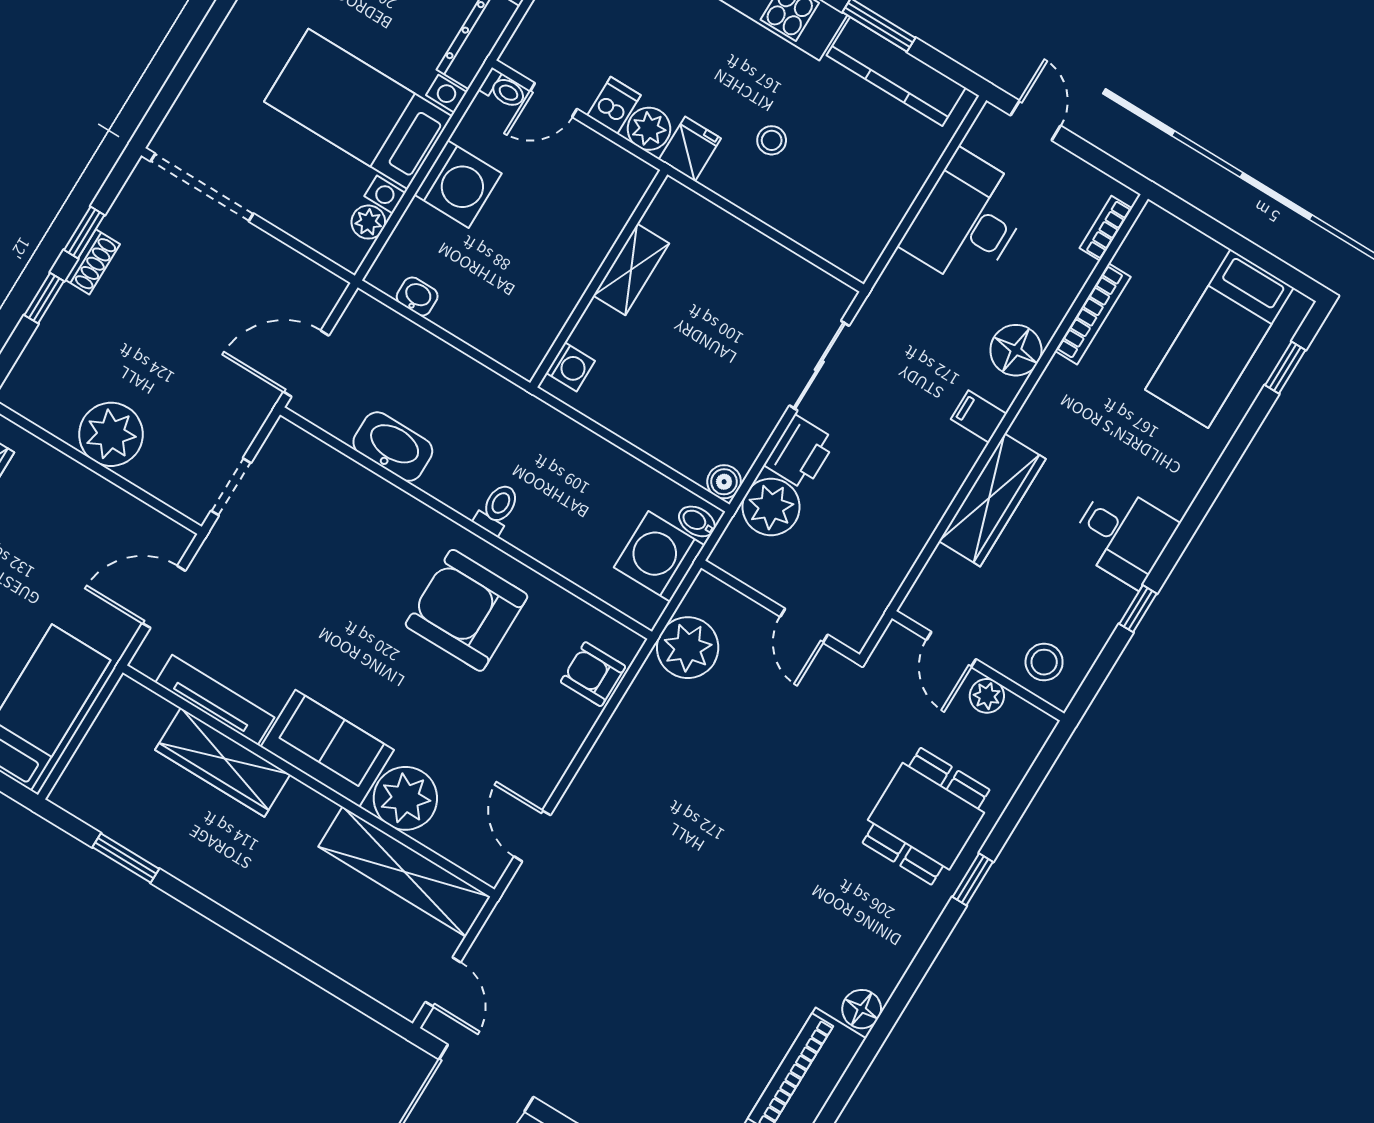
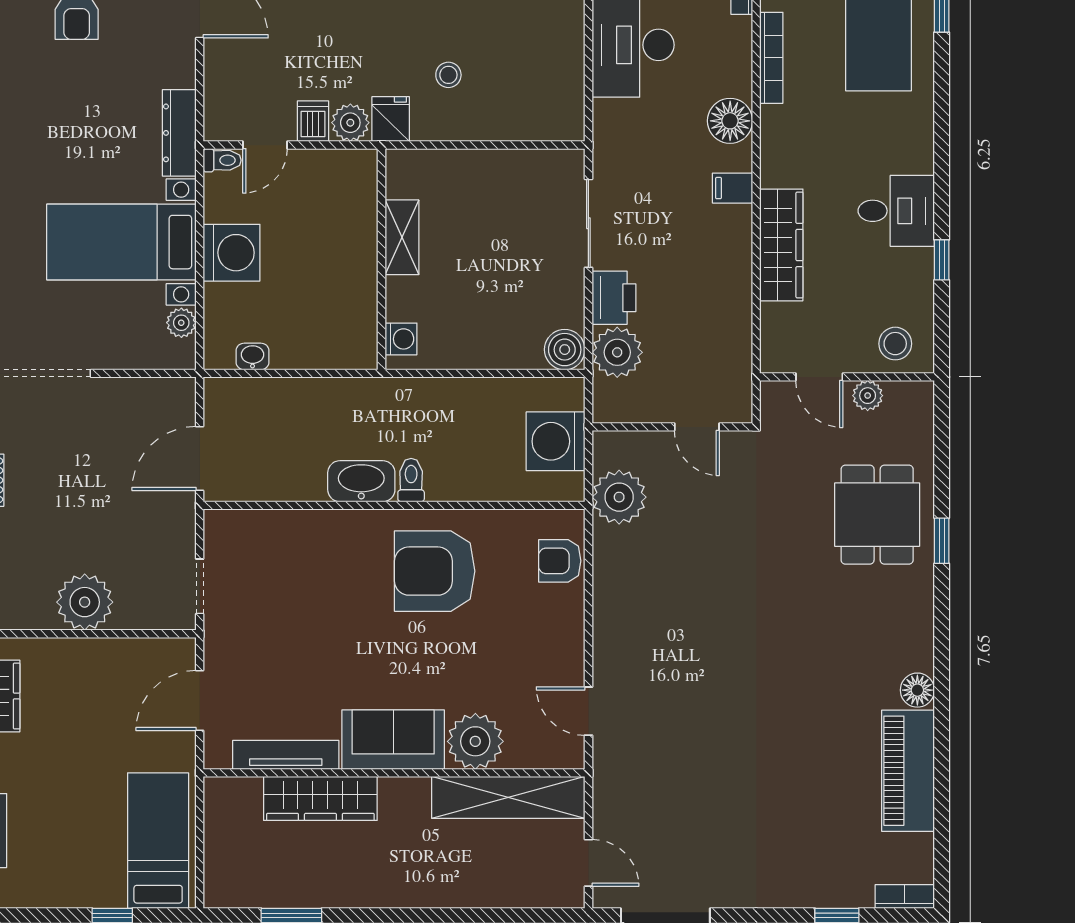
washbasin: (393, 447) -> (361, 481), moved
boiler: (724, 482) -> (565, 350), width x1.36, depth x1.36
bidet: (697, 521) -> (568, 397), removed

